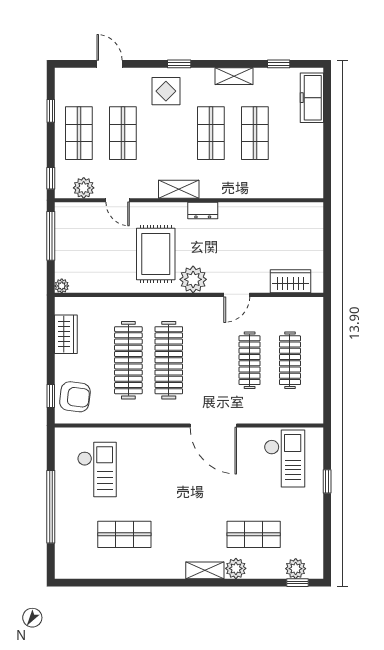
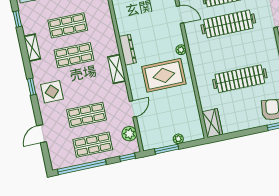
window: (51, 111) -> (82, 167), width x3.17
dresser: (203, 210) -> (128, 50), width x1.44
window: (51, 236) -> (167, 149), width x0.69
plant: (193, 279) -> (181, 50), width x0.53, depth x0.53
plant: (62, 286) -> (178, 139), moved
wardrobe: (66, 334) -> (212, 123), moved, turned 90
clothes rail: (169, 360) -> (228, 24), moved

